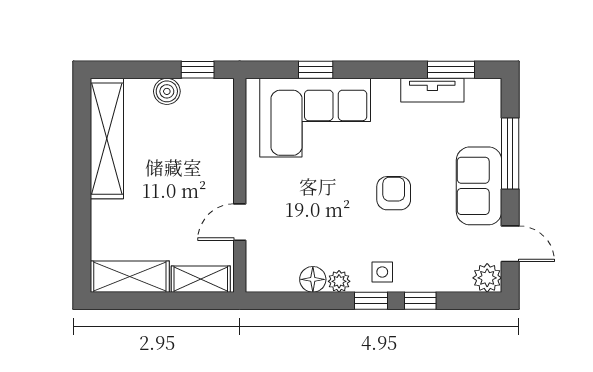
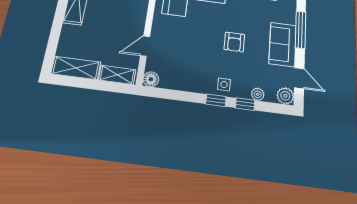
armchair: (394, 193) -> (234, 42), turned 180
floor lamp: (313, 279) -> (151, 79), moved
plant: (339, 281) -> (258, 94), moved

